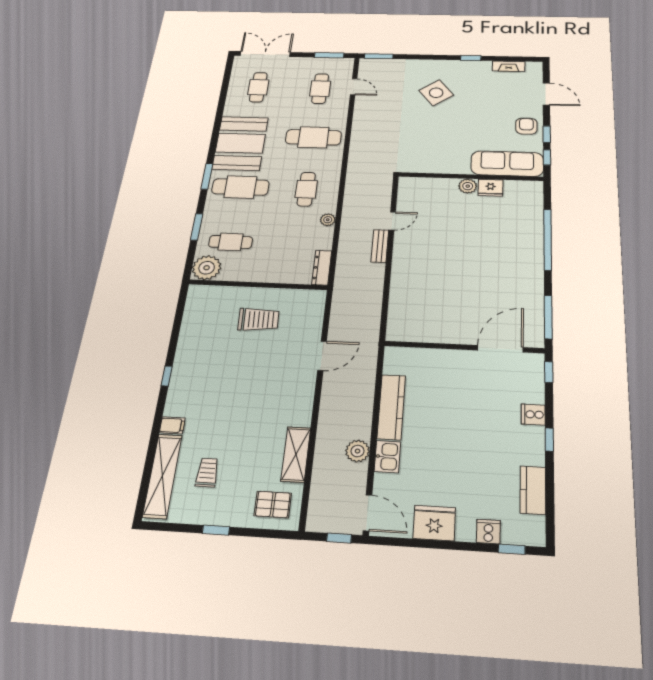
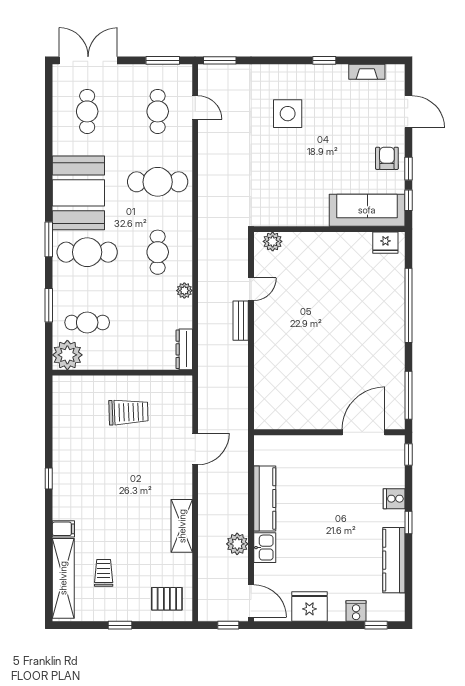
side table: (436, 93) -> (288, 114), turned 37
plant: (468, 186) -> (273, 241), moved
fridge: (490, 188) -> (385, 243), moved
shelving: (296, 454) -> (182, 526), moved
kitchen counter: (533, 490) -> (394, 560), width x1.50

